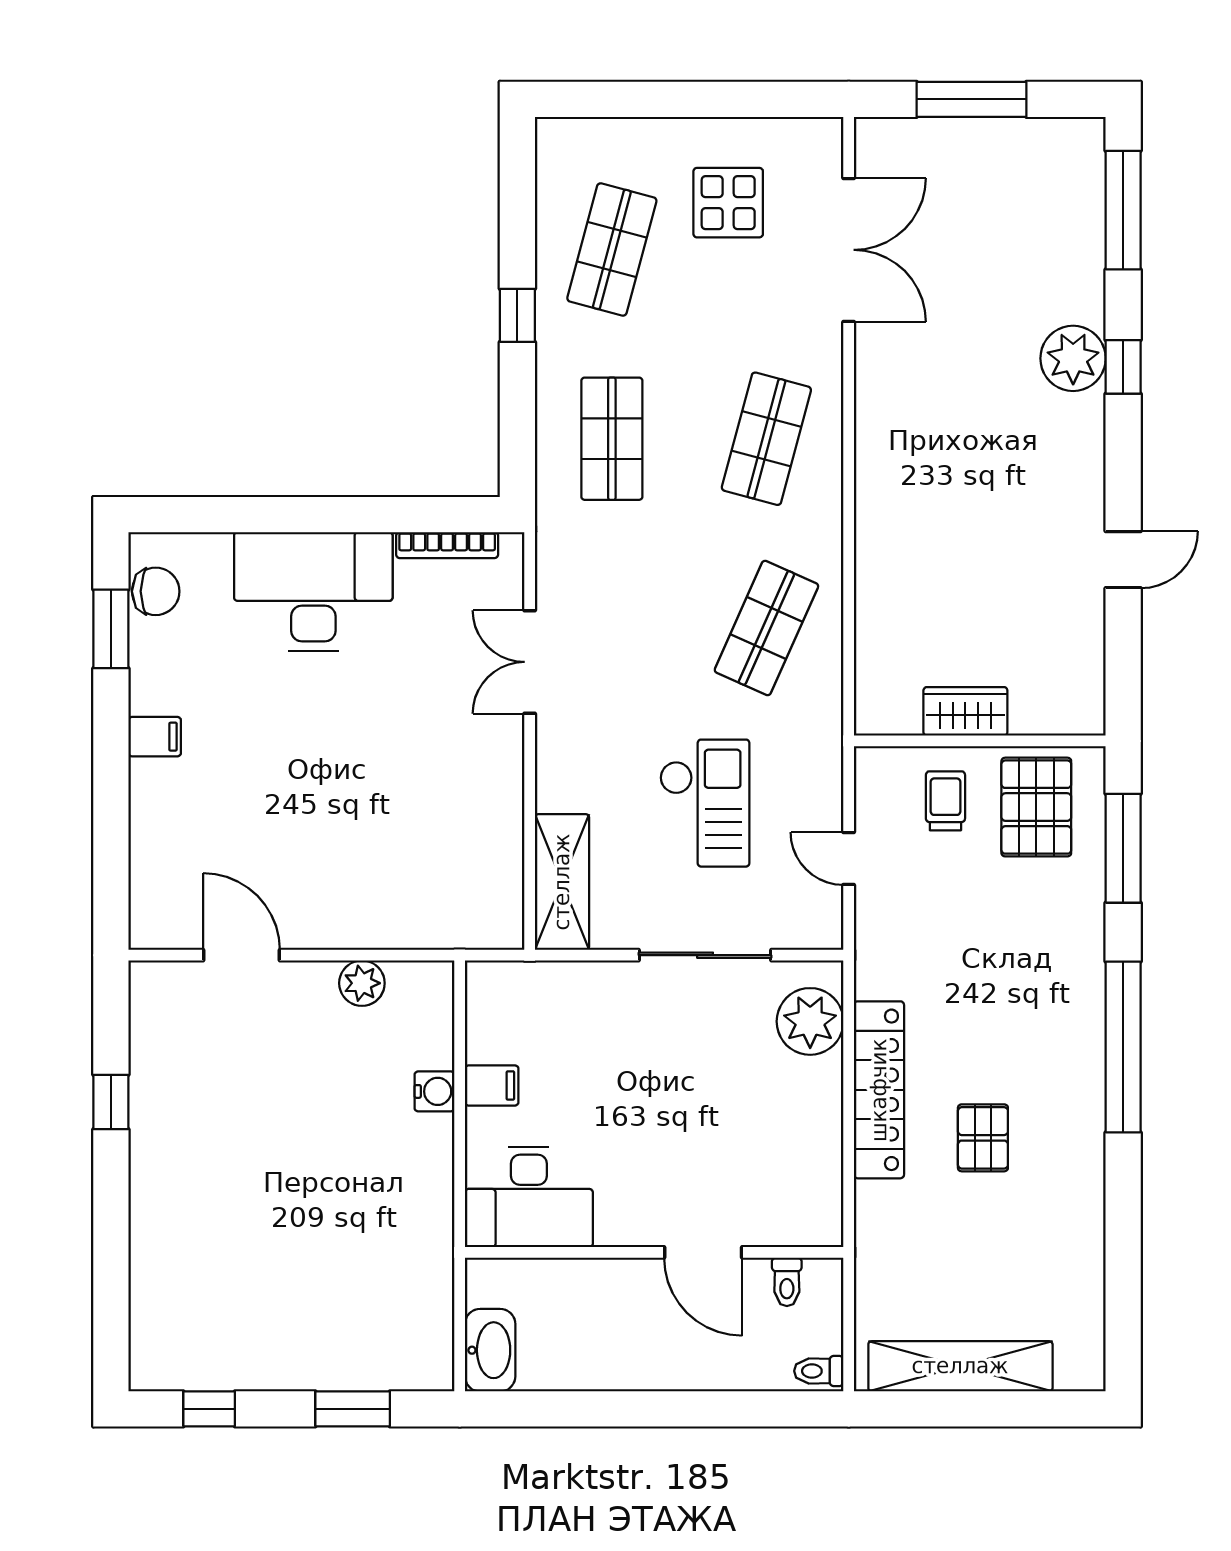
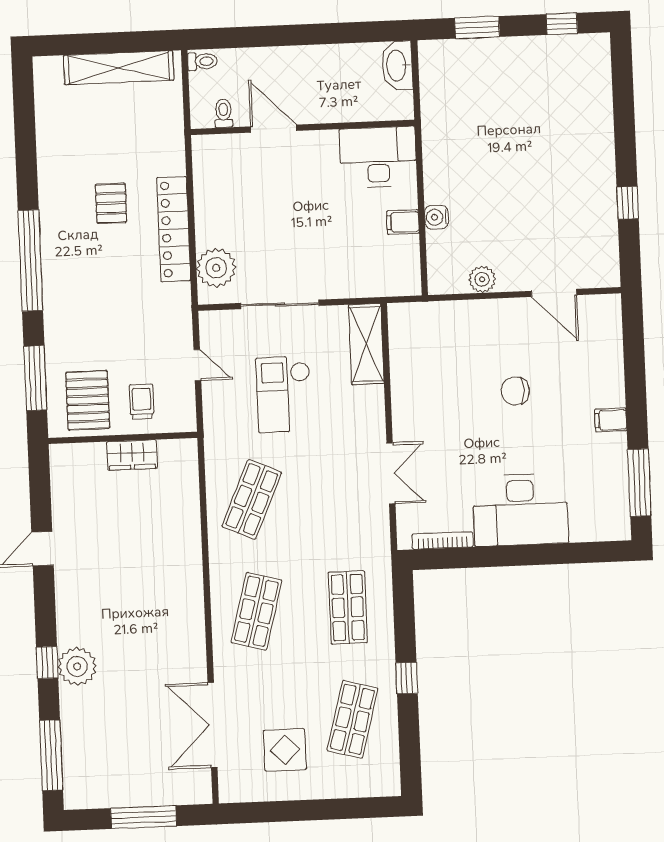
chair: (156, 591) -> (515, 391), moved
window: (111, 629) -> (639, 483), width x1.44
trolley: (945, 801) -> (142, 402), turned 180

